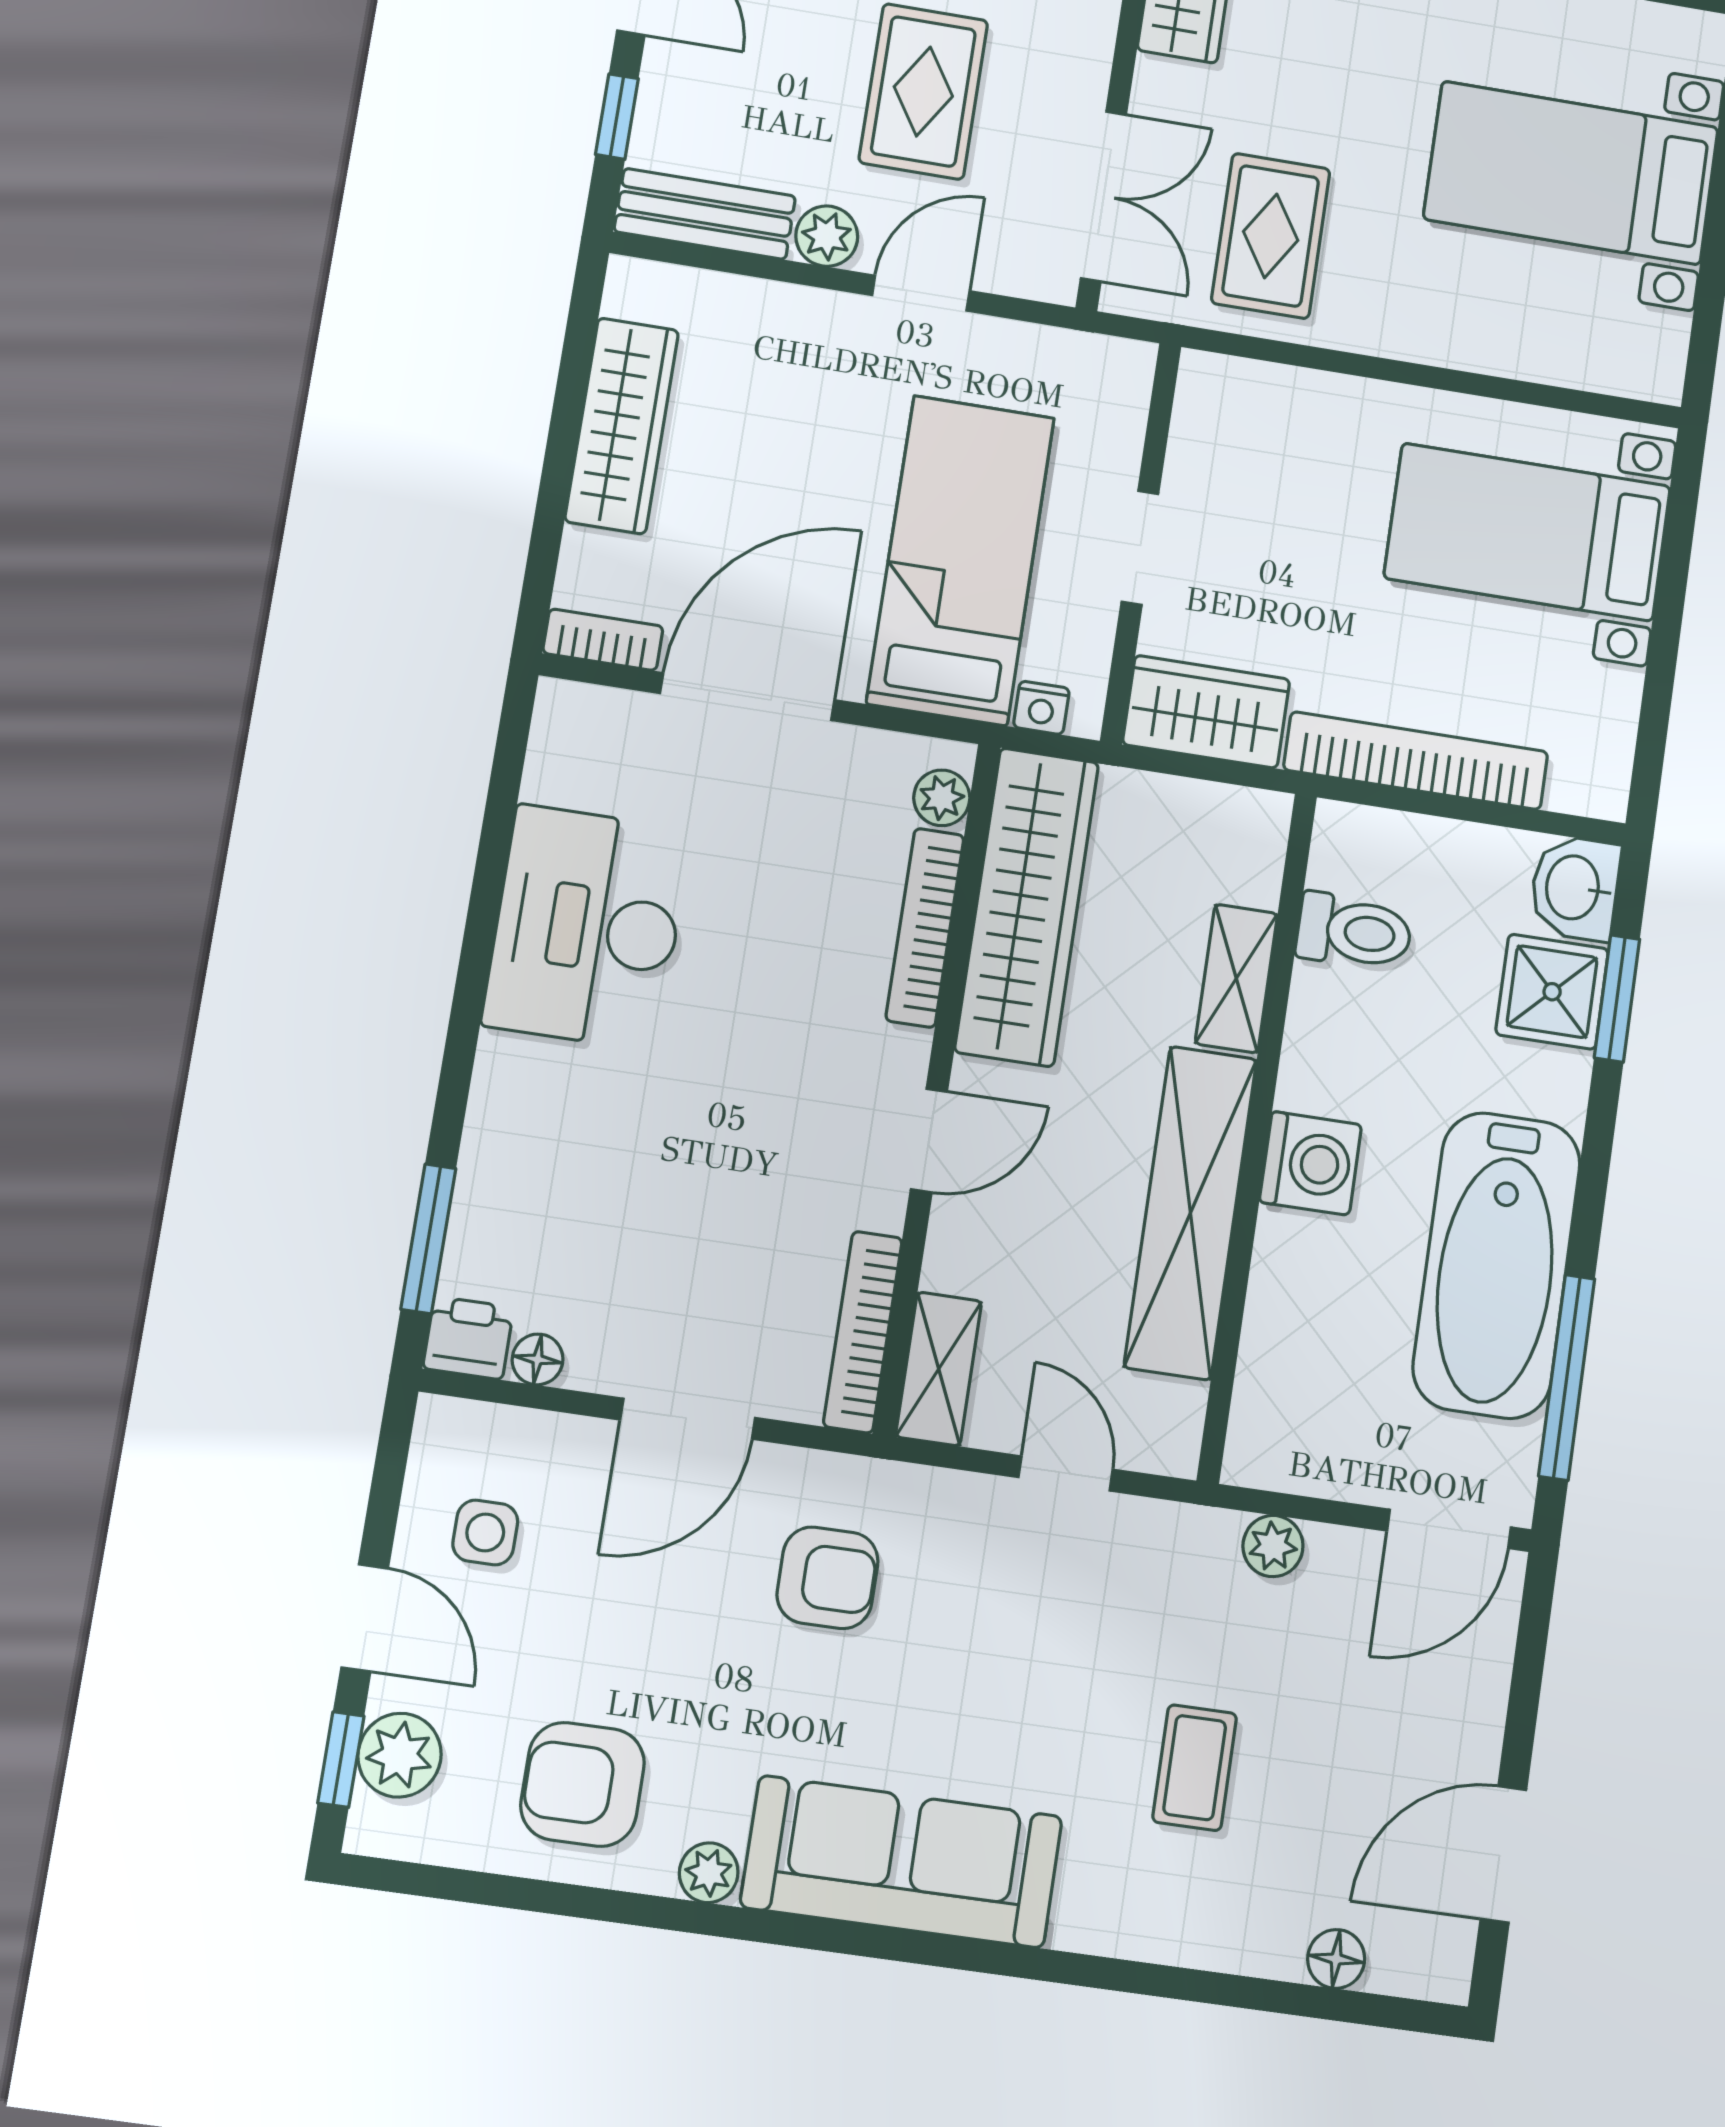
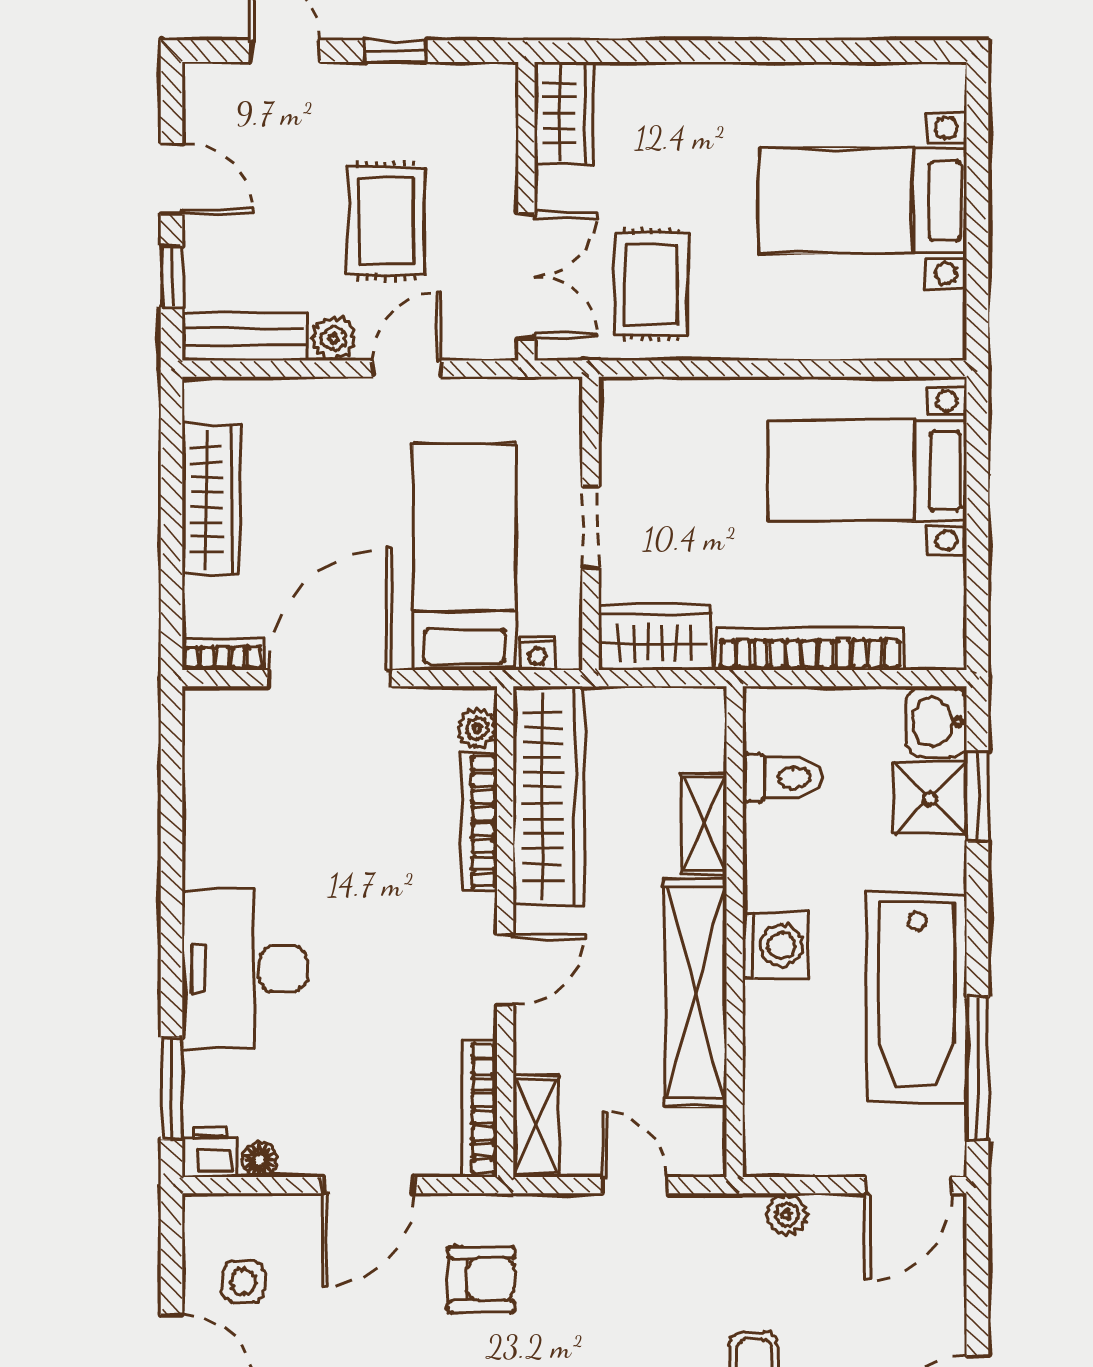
desk: (587, 927) -> (245, 969), moved

